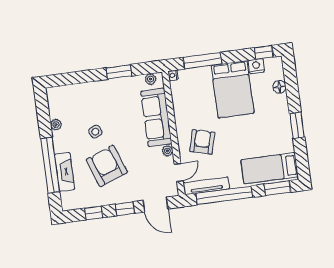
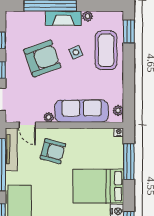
window: (119, 72) -> (129, 32), moved
coffee table: (89, 100) -> (106, 50), added
fireplace: (65, 172) -> (63, 18), moved

